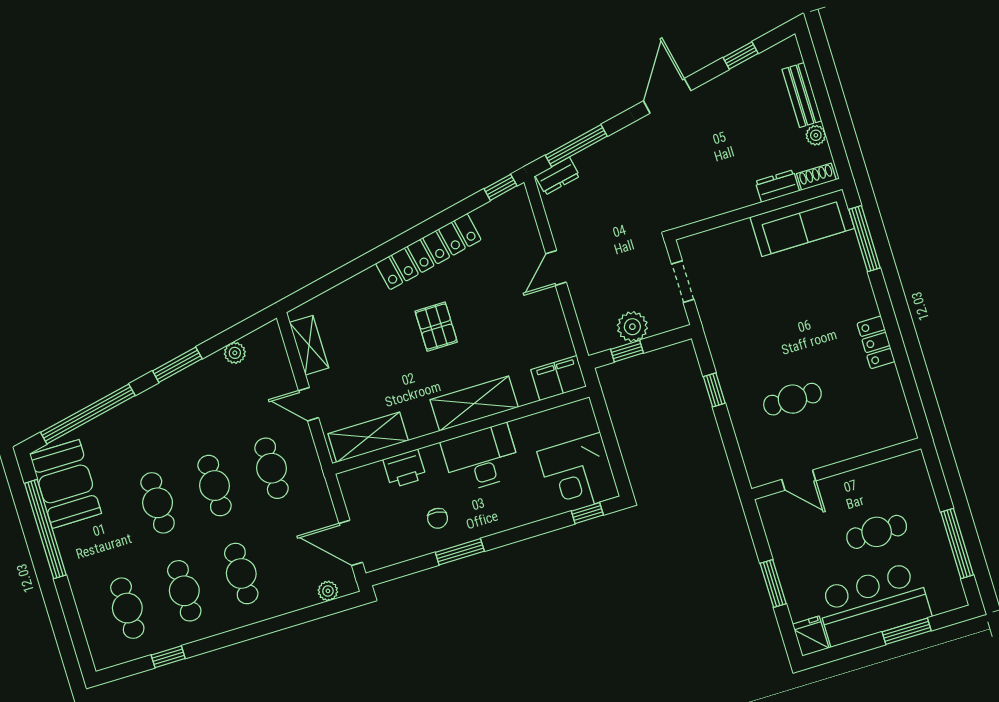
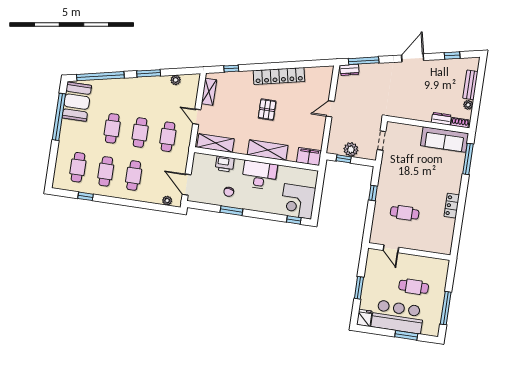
window: (501, 187) -> (231, 69), moved

